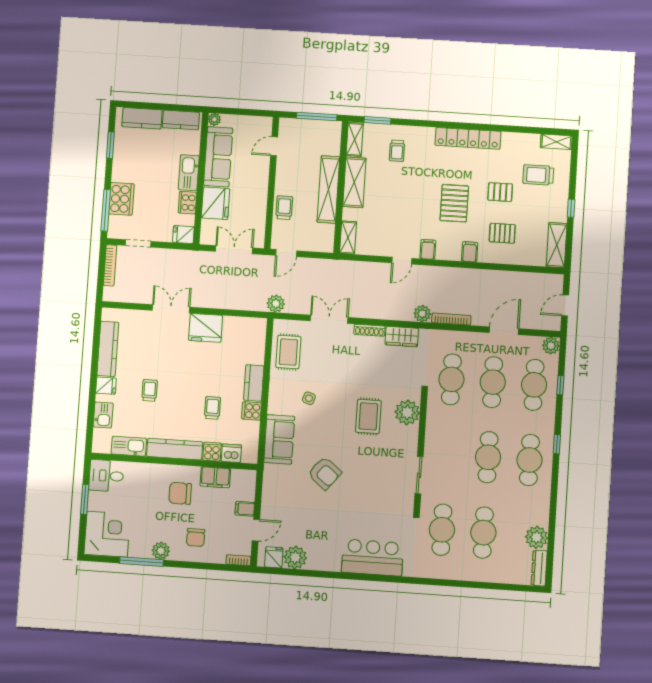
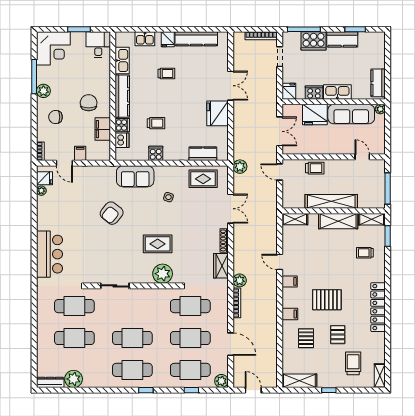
kitchen counter: (142, 118) -> (342, 39), moved, turned -90
kitchen counter: (254, 383) -> (203, 154), moved
plant: (295, 557) -> (41, 191), width x0.53, depth x0.53

